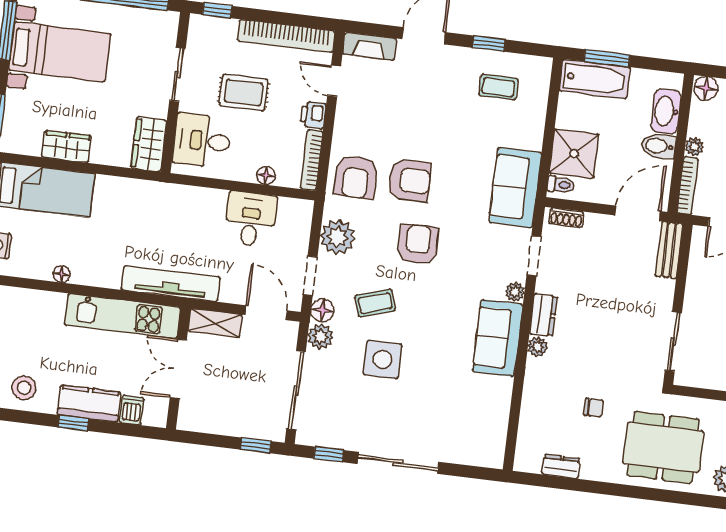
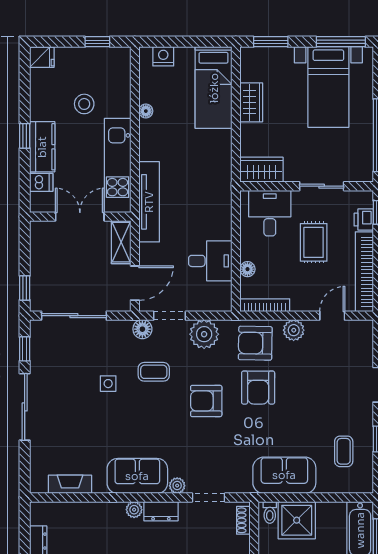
fireplace: (369, 46) -> (70, 484), moved, turned 90
printer: (313, 115) -> (364, 220), moved, turned -90
sofa: (515, 187) -> (284, 475), moved
armchair: (418, 244) -> (206, 401), turned 180
coffee table: (375, 303) -> (154, 372), turned -73
plant: (320, 336) -> (294, 330), moved
side table: (383, 359) -> (108, 384), width x0.54, depth x0.54
stool: (24, 388) -> (84, 104), moved

